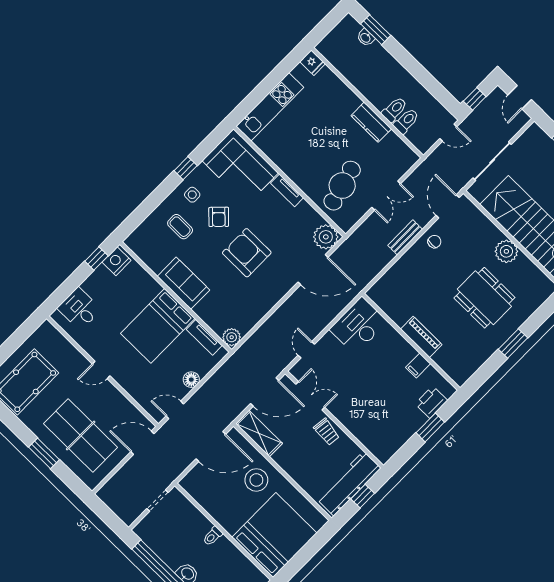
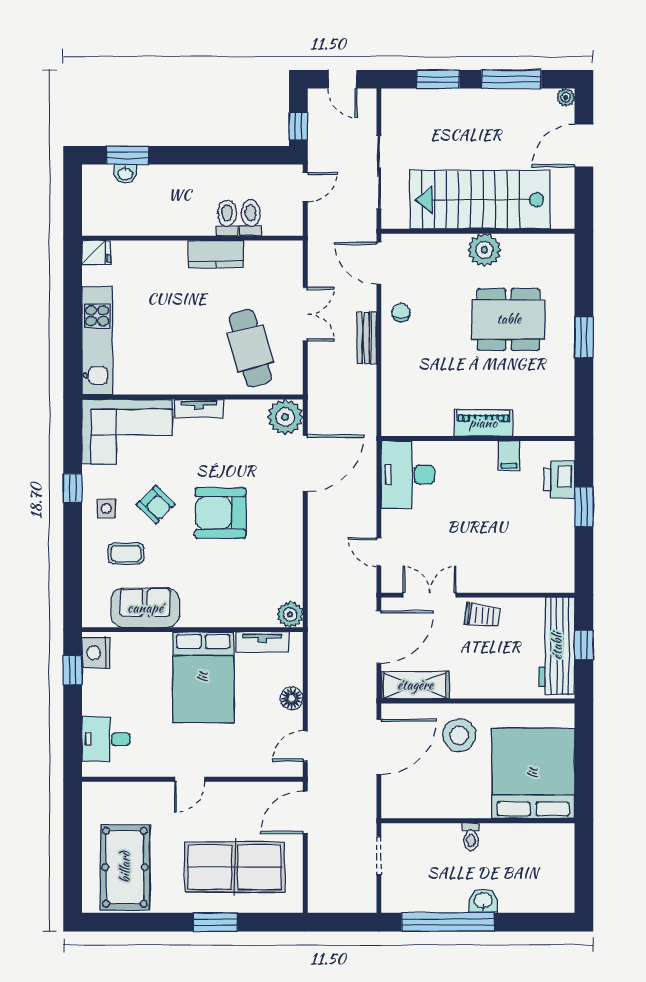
sofa: (183, 283) -> (145, 608), moved

